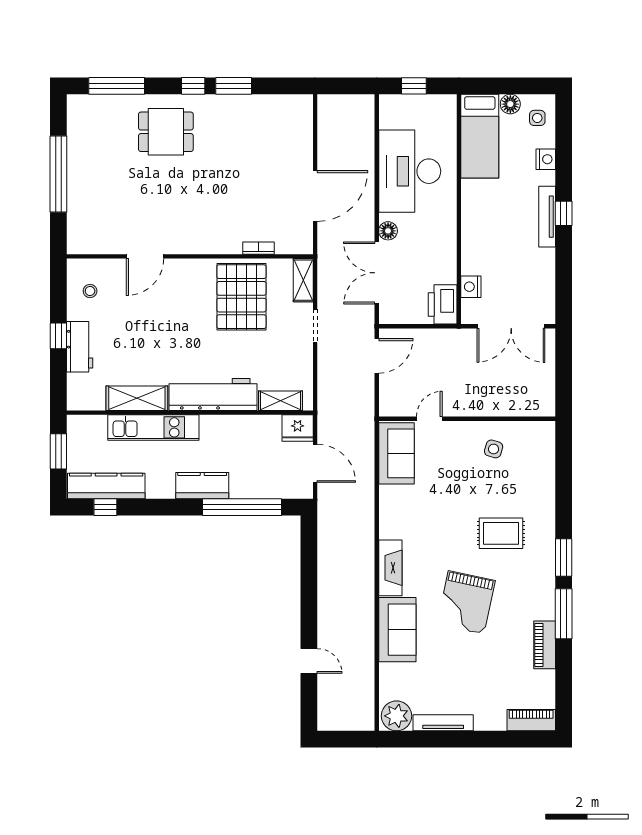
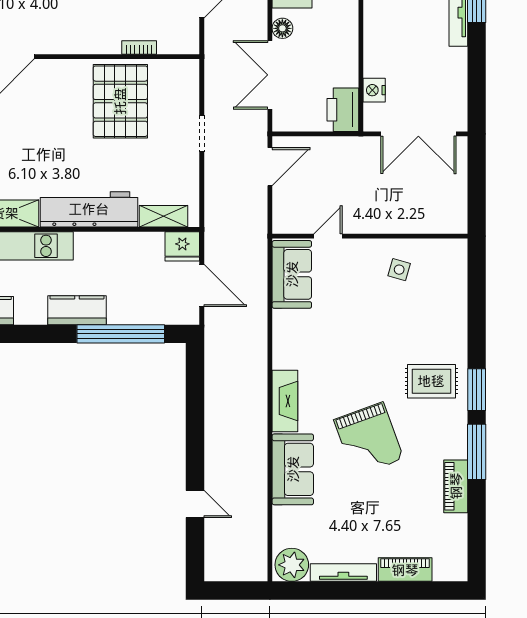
shelving: (303, 280) -> (189, 83), removed
rug: (501, 533) -> (431, 381), moved
grand piano: (466, 602) -> (369, 439), turned -32
piano: (531, 720) -> (405, 570), moved

